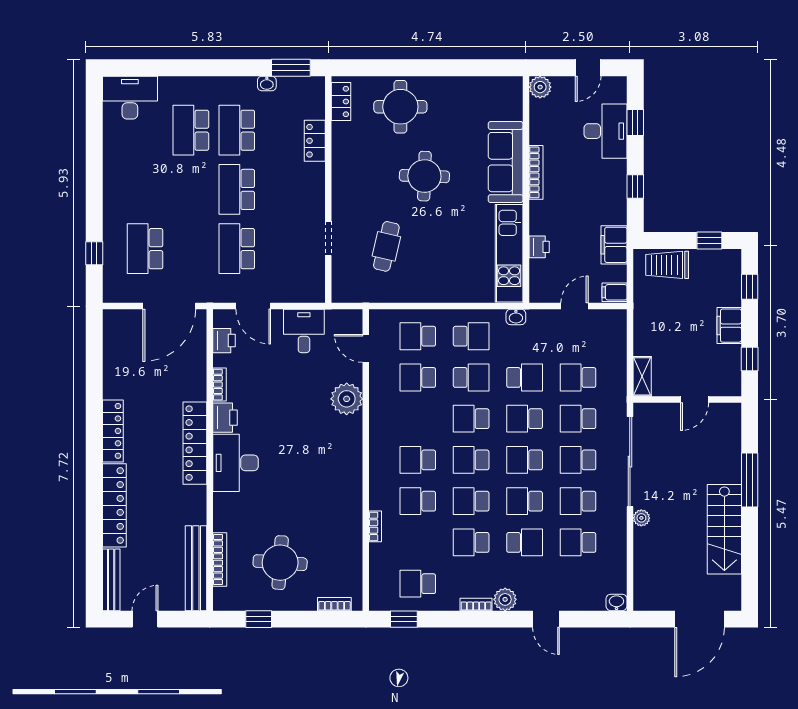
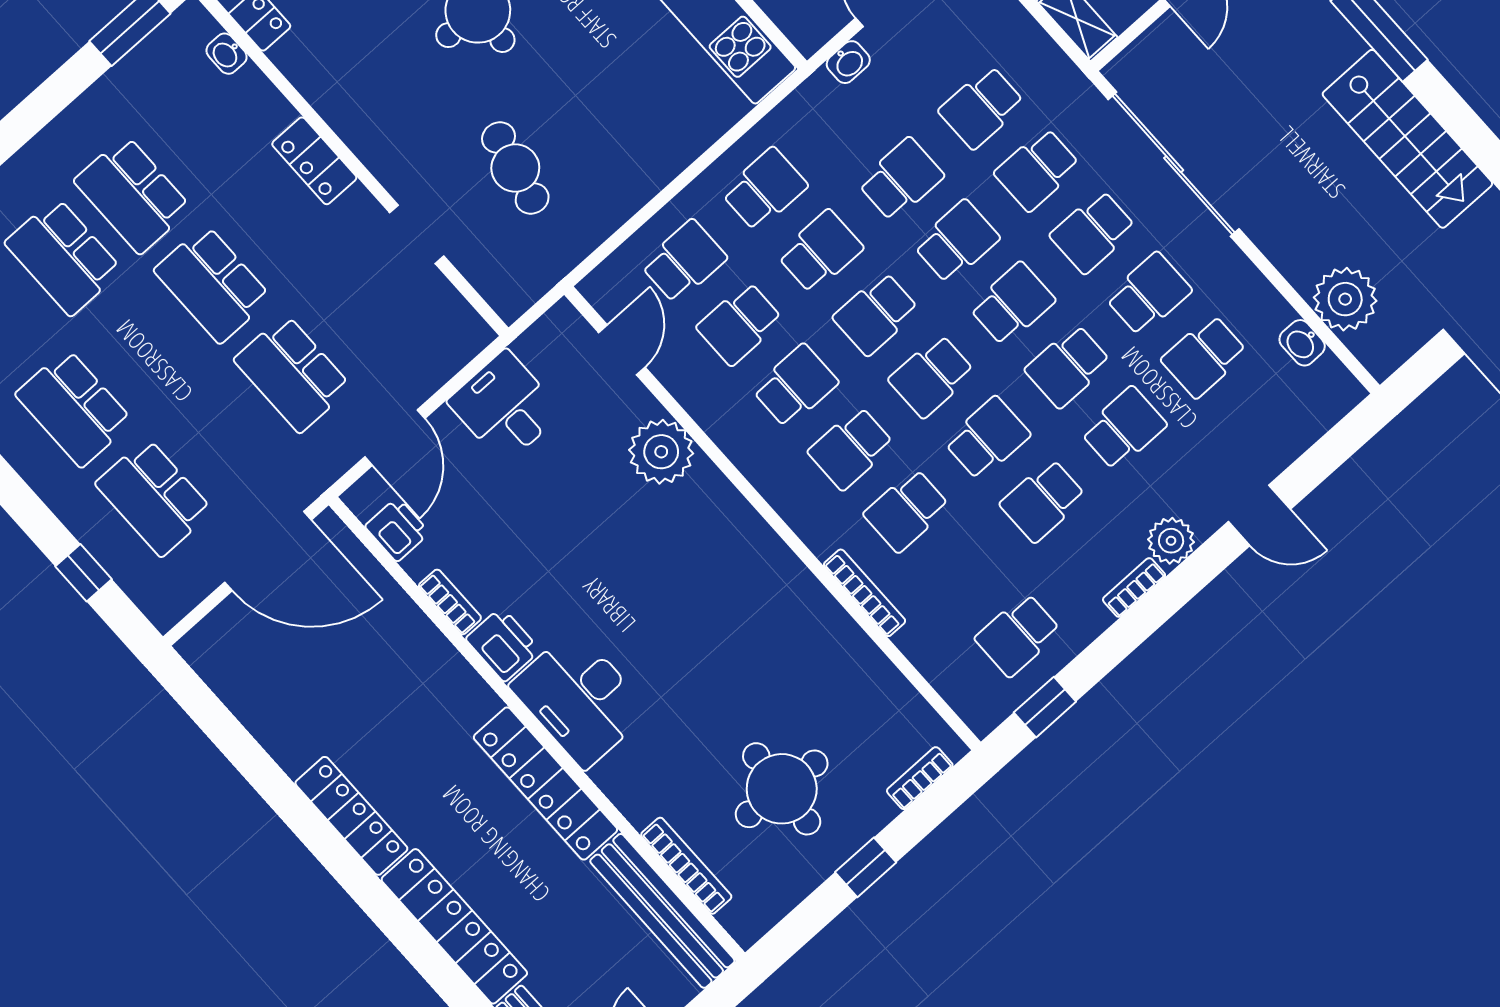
washbasin: (267, 83) -> (227, 54), moved, turned 90
locker: (315, 141) -> (314, 161), moved
school desk: (145, 189) -> (74, 408), added
door: (169, 306) -> (268, 551), hinge flipped
door: (253, 306) -> (395, 438), hinge flipped
washbasin: (516, 317) -> (848, 62), moved
school desk: (418, 336) -> (684, 261), turned 180
door: (366, 348) -> (622, 350), swing flipped
school desk: (418, 419) -> (795, 386), added
school desk: (525, 419) -> (957, 242), turned 180
locker: (195, 443) -> (545, 783), moved
school desk: (525, 460) -> (1012, 304), turned 180
school desk: (471, 501) -> (987, 438), turned 180
school desk: (578, 501) -> (1149, 294), turned 180
plant: (641, 518) -> (1345, 299), moved, width x1.88, depth x1.88
bookcase: (375, 526) -> (864, 593), width x1.56
washbasin: (616, 602) -> (1302, 343), moved, turned -90
window: (259, 619) -> (866, 867), moved

